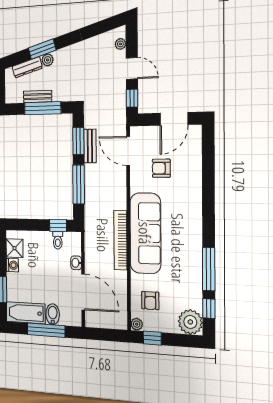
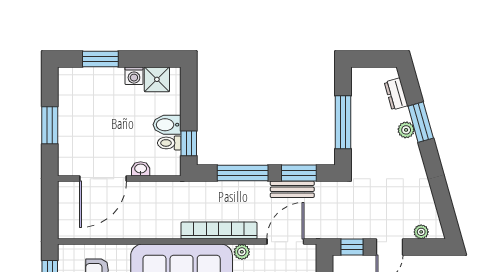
dresser: (27, 67) -> (396, 94), width x0.70
bench: (38, 97) -> (359, 115), removed
bookcase: (120, 240) -> (219, 231), moved
bathtub: (26, 313) -> (71, 95), removed
bidet: (53, 314) -> (167, 125), moved, turned 180
plant: (137, 324) -> (242, 252), moved
window: (46, 330) -> (50, 125), width x0.69

